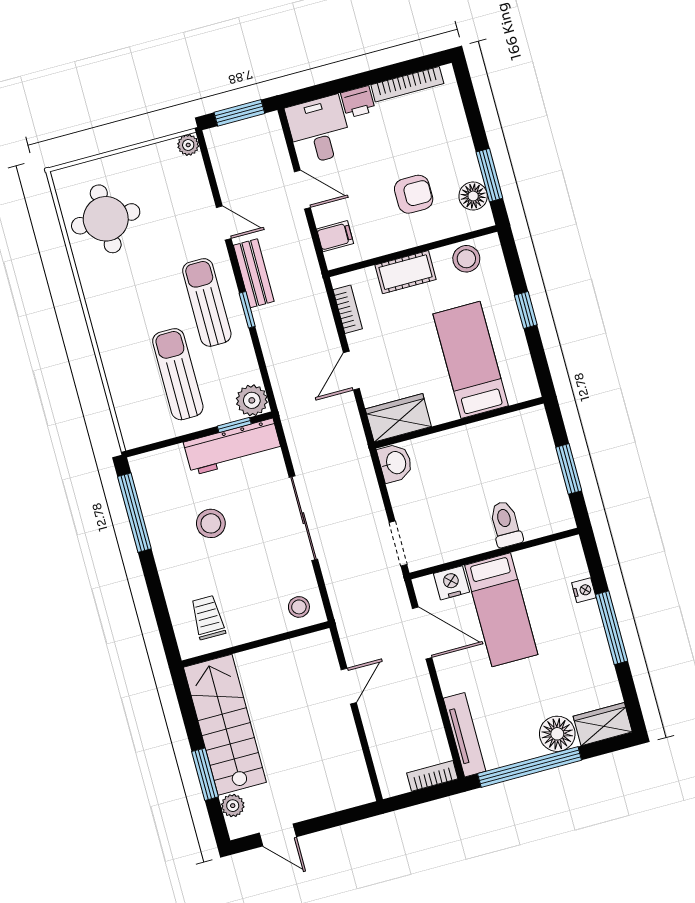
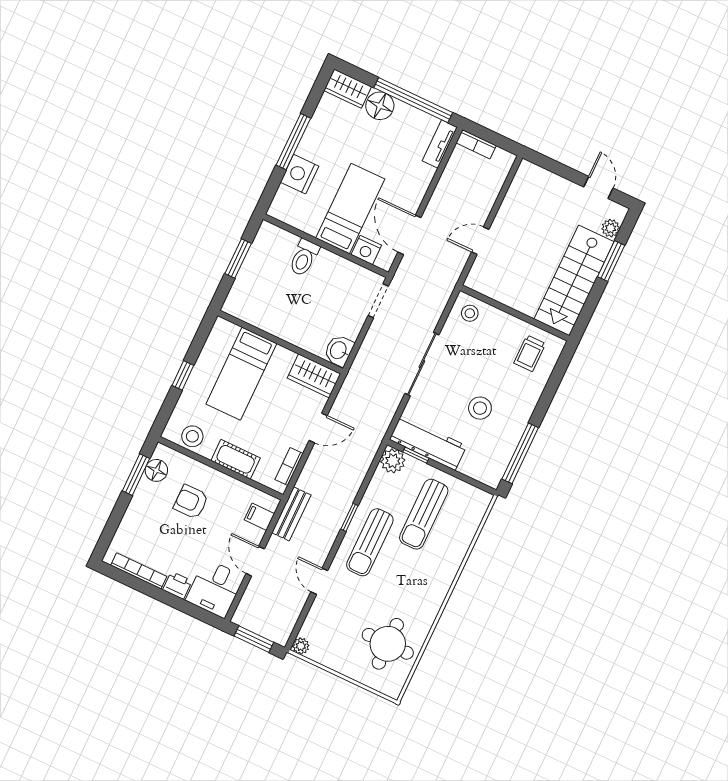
bench: (254, 273) -> (291, 514), moved
nightstand: (584, 590) -> (300, 174), width x1.89, depth x1.79
tv unit: (465, 735) -> (440, 144), width x0.71

